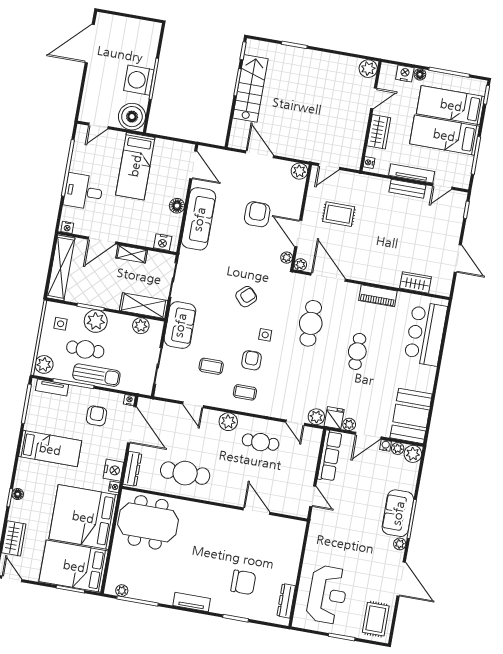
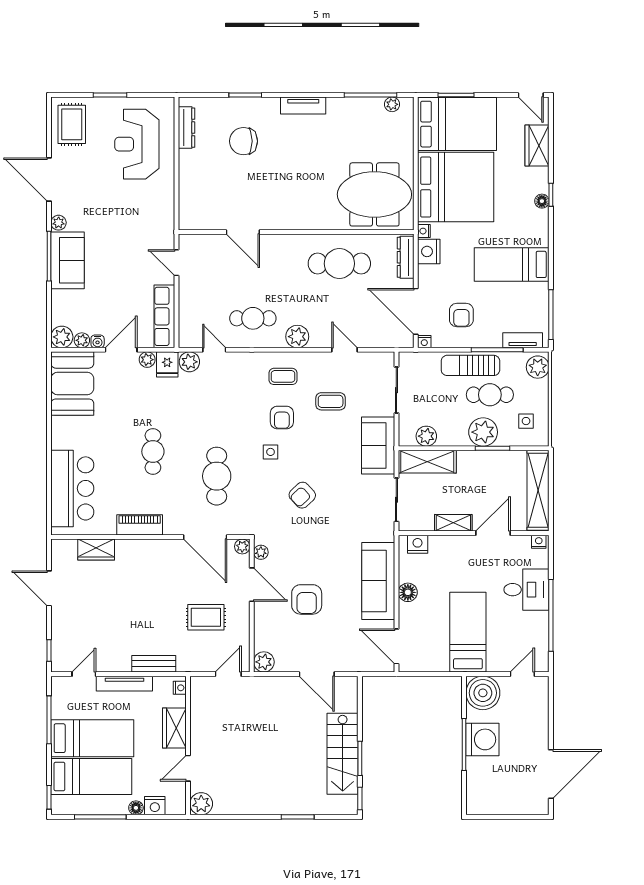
bench: (407, 189) -> (154, 664), moved

